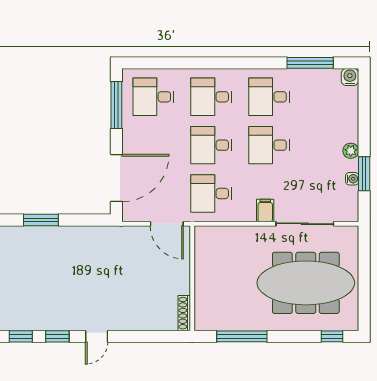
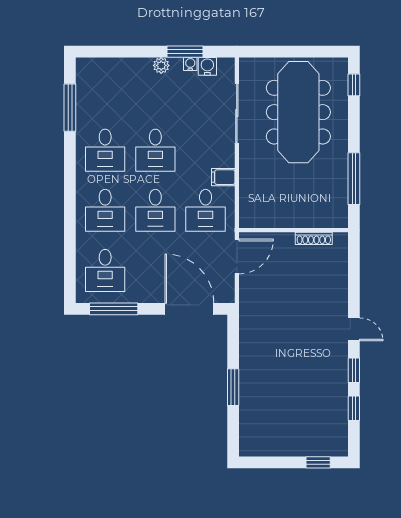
water cooler: (350, 77) -> (207, 66), moved, turned 90
filing cabinet: (265, 211) -> (223, 177), moved
shoe rack: (184, 313) -> (314, 238), moved

